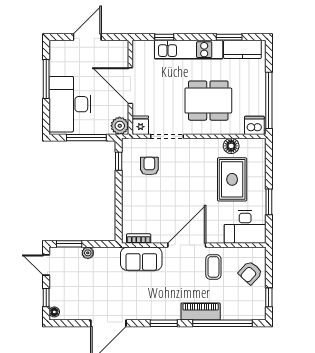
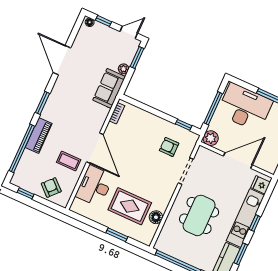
window: (164, 37) -> (255, 223), moved
fridge: (141, 125) -> (261, 185), moved, turned 180
dishwasher: (254, 125) -> (164, 242), removed
armchair: (149, 166) -> (169, 147), turned 180
window: (269, 202) -> (117, 235), moved
desk: (245, 227) -> (95, 186), moved
sofa: (141, 259) -> (109, 88), moved

